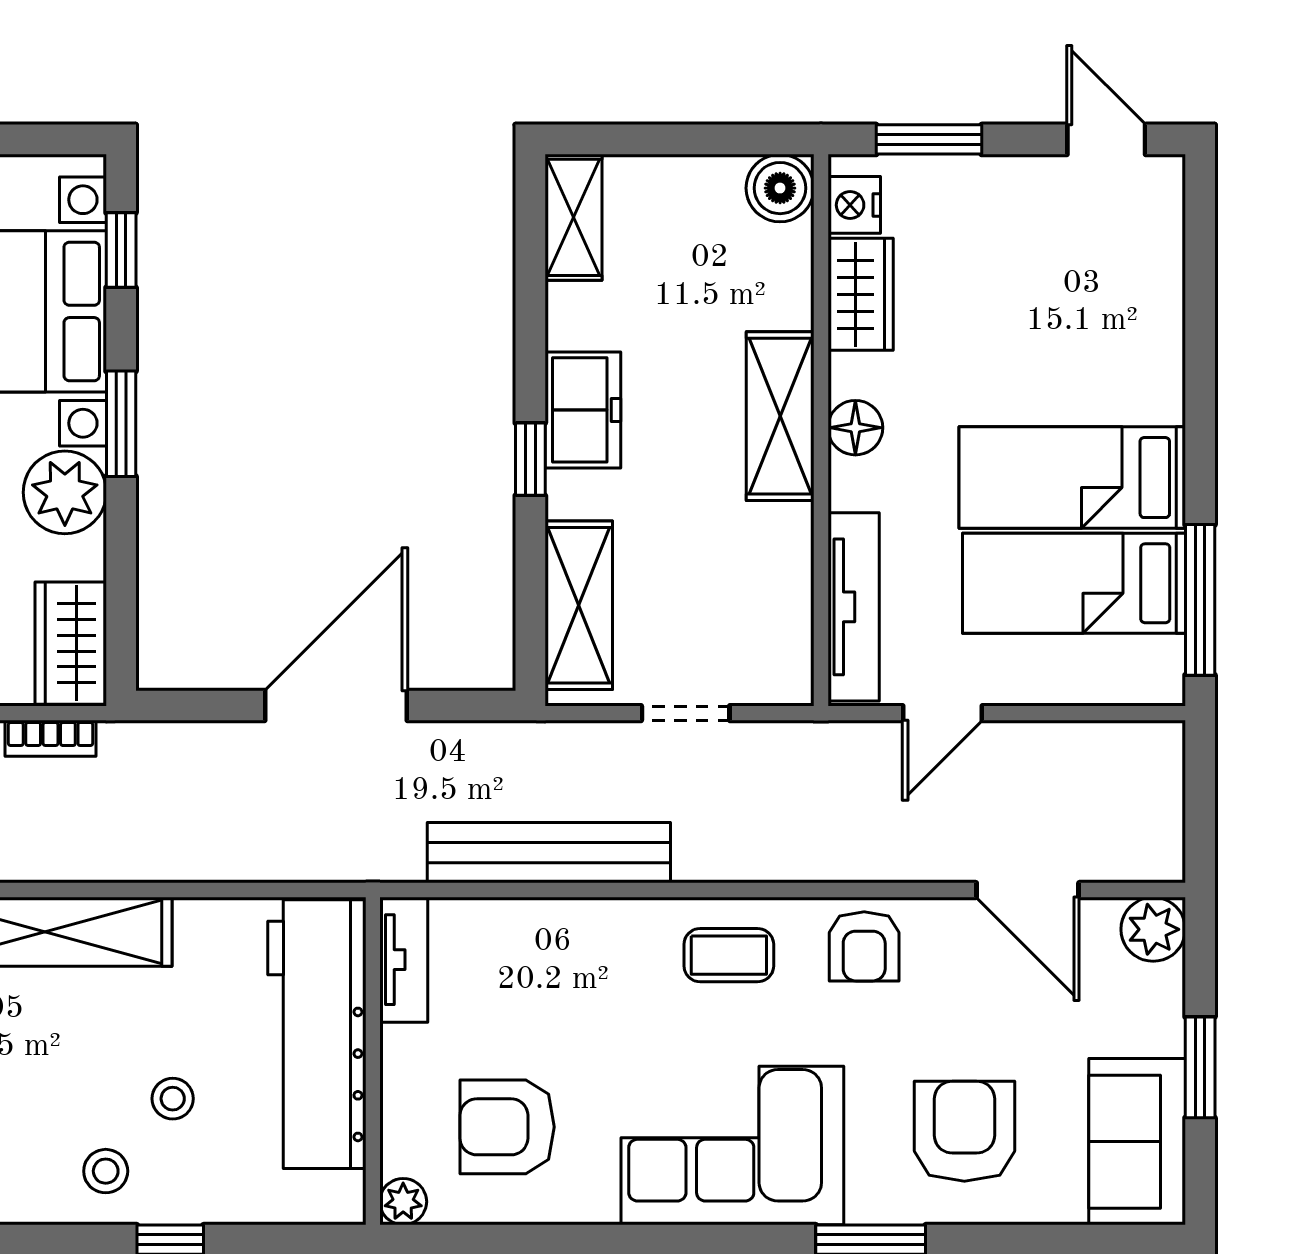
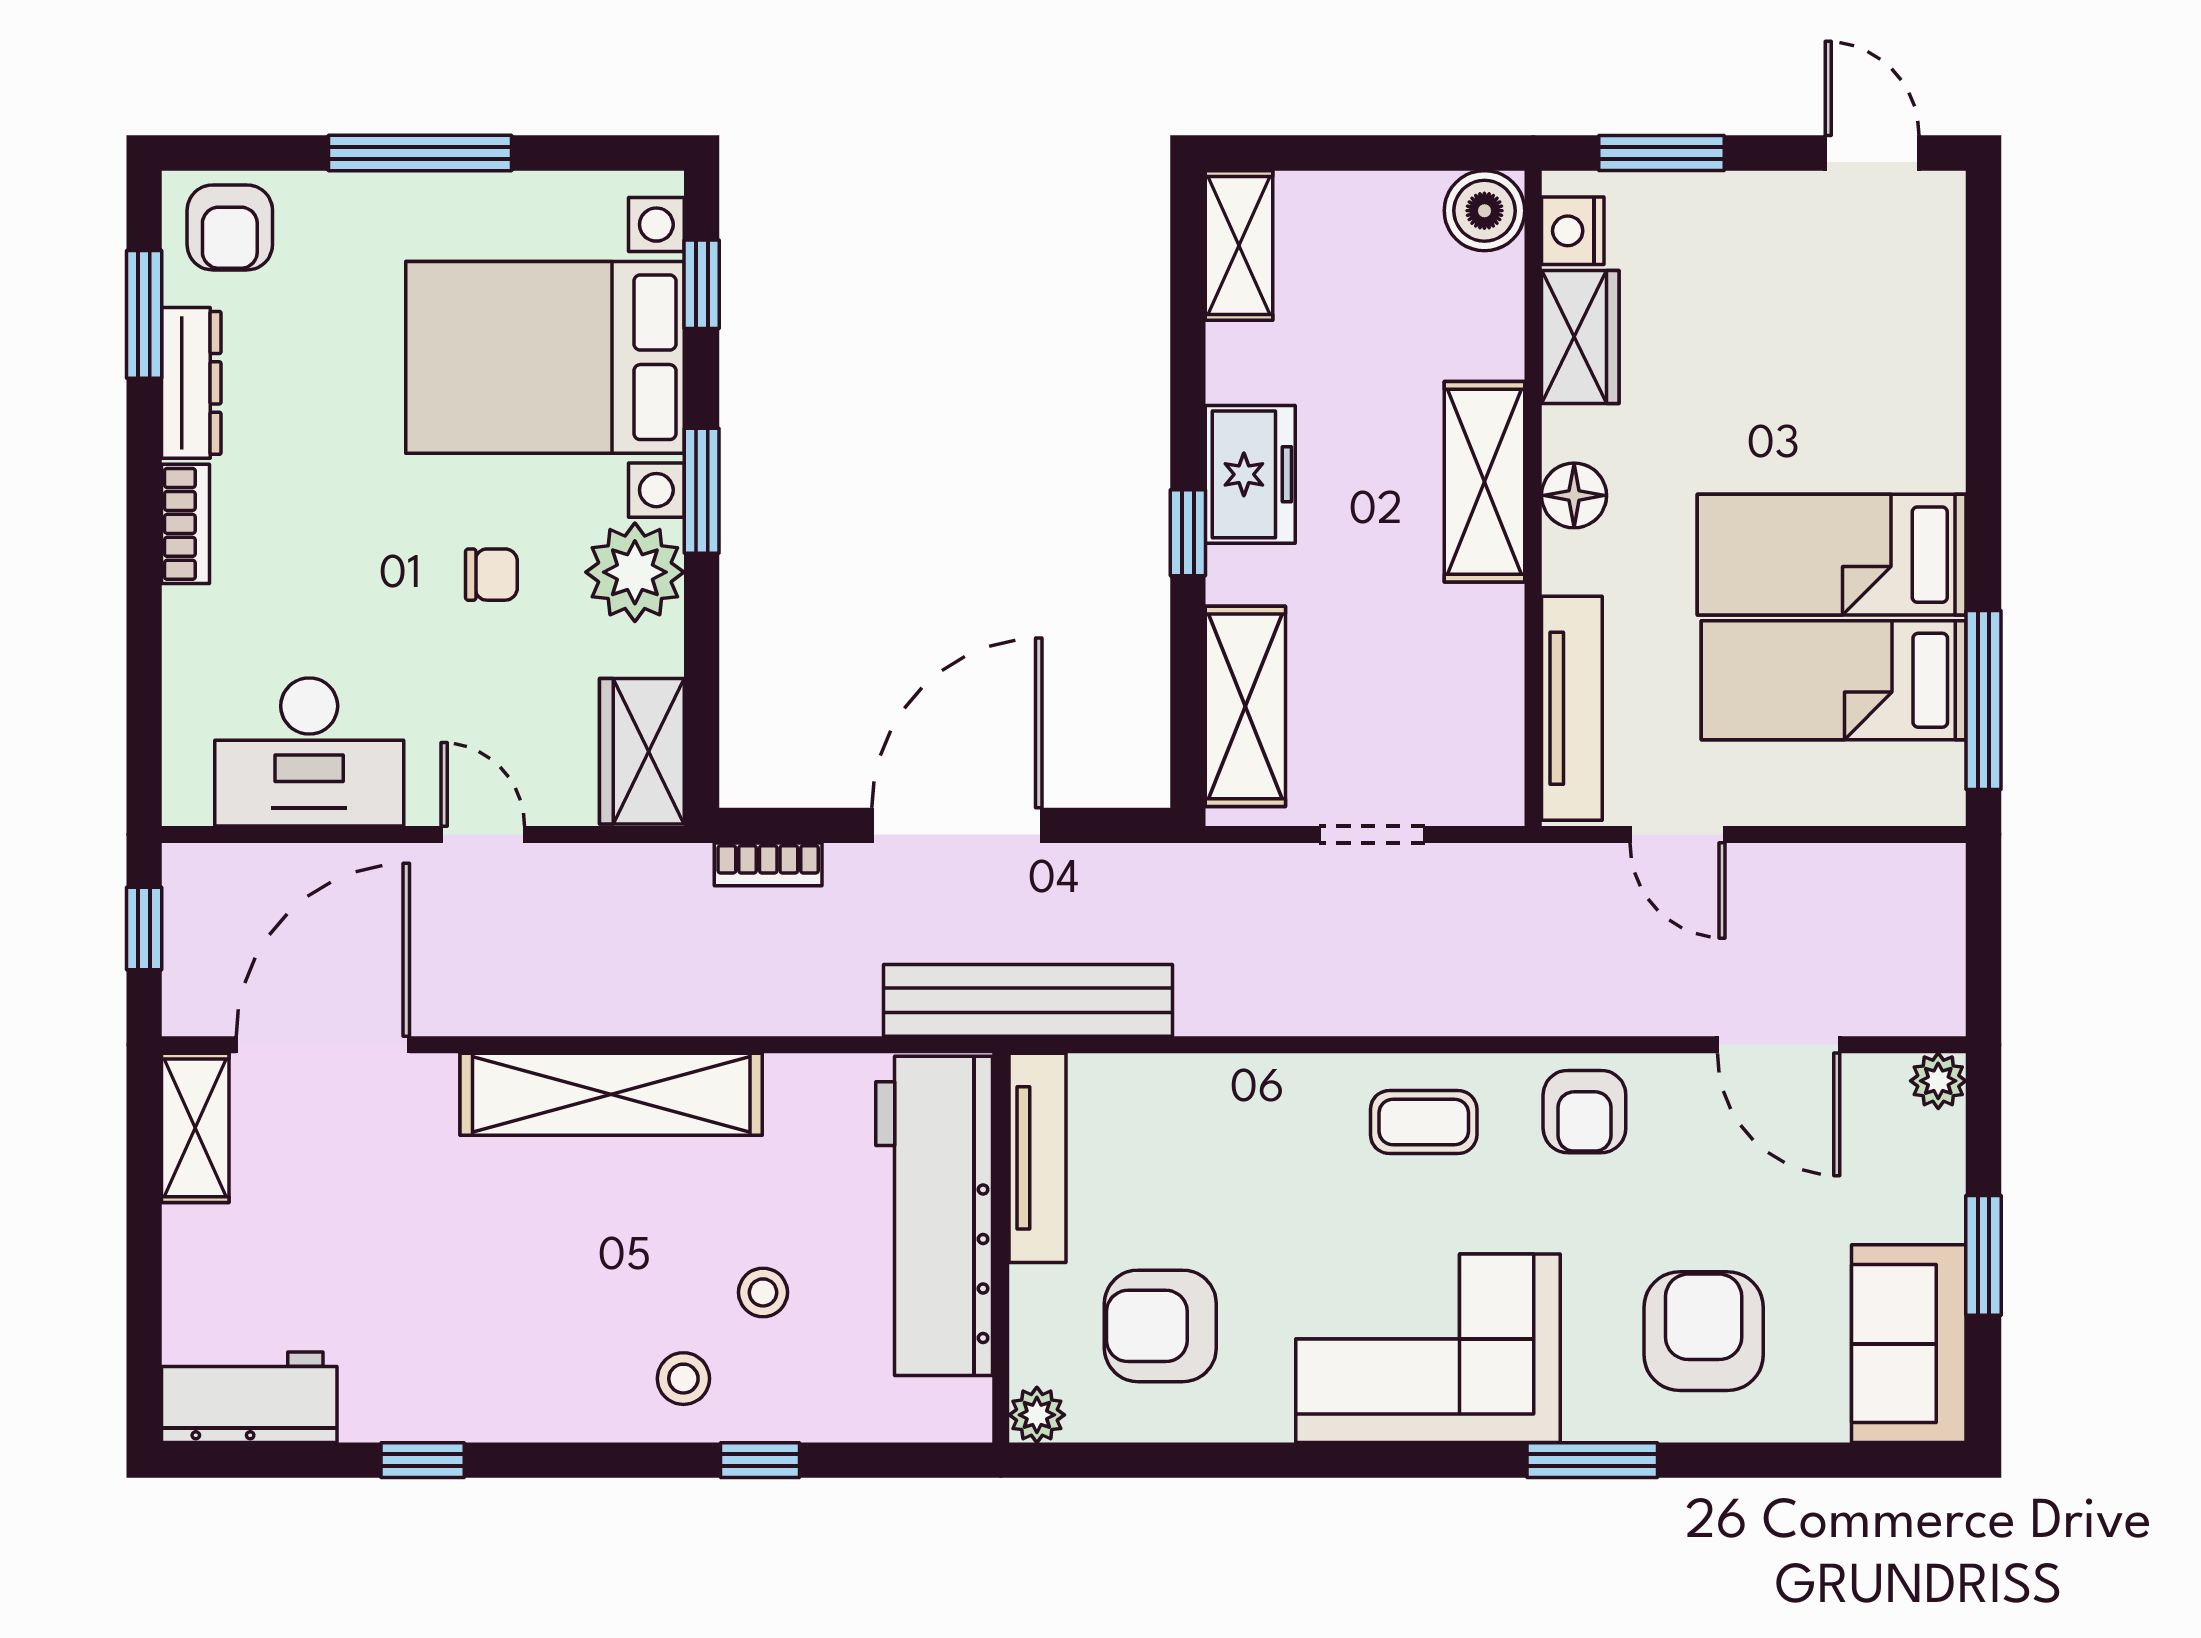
door: (943, 713) -> (1678, 835), hinge flipped
bookcase: (51, 738) -> (768, 864), moved
bench: (549, 853) -> (1028, 1000), moved
plant: (1153, 929) -> (1938, 1081), width x0.73, depth x0.73
tv unit: (404, 960) -> (1038, 1158), width x1.41

